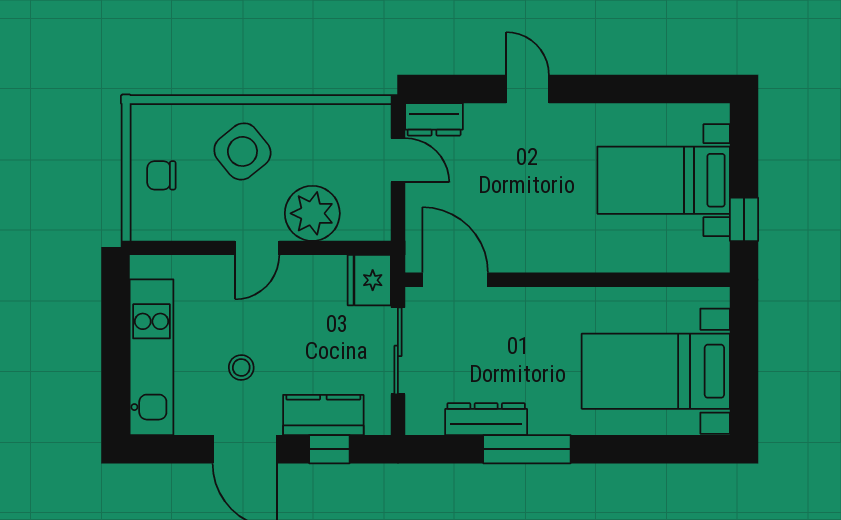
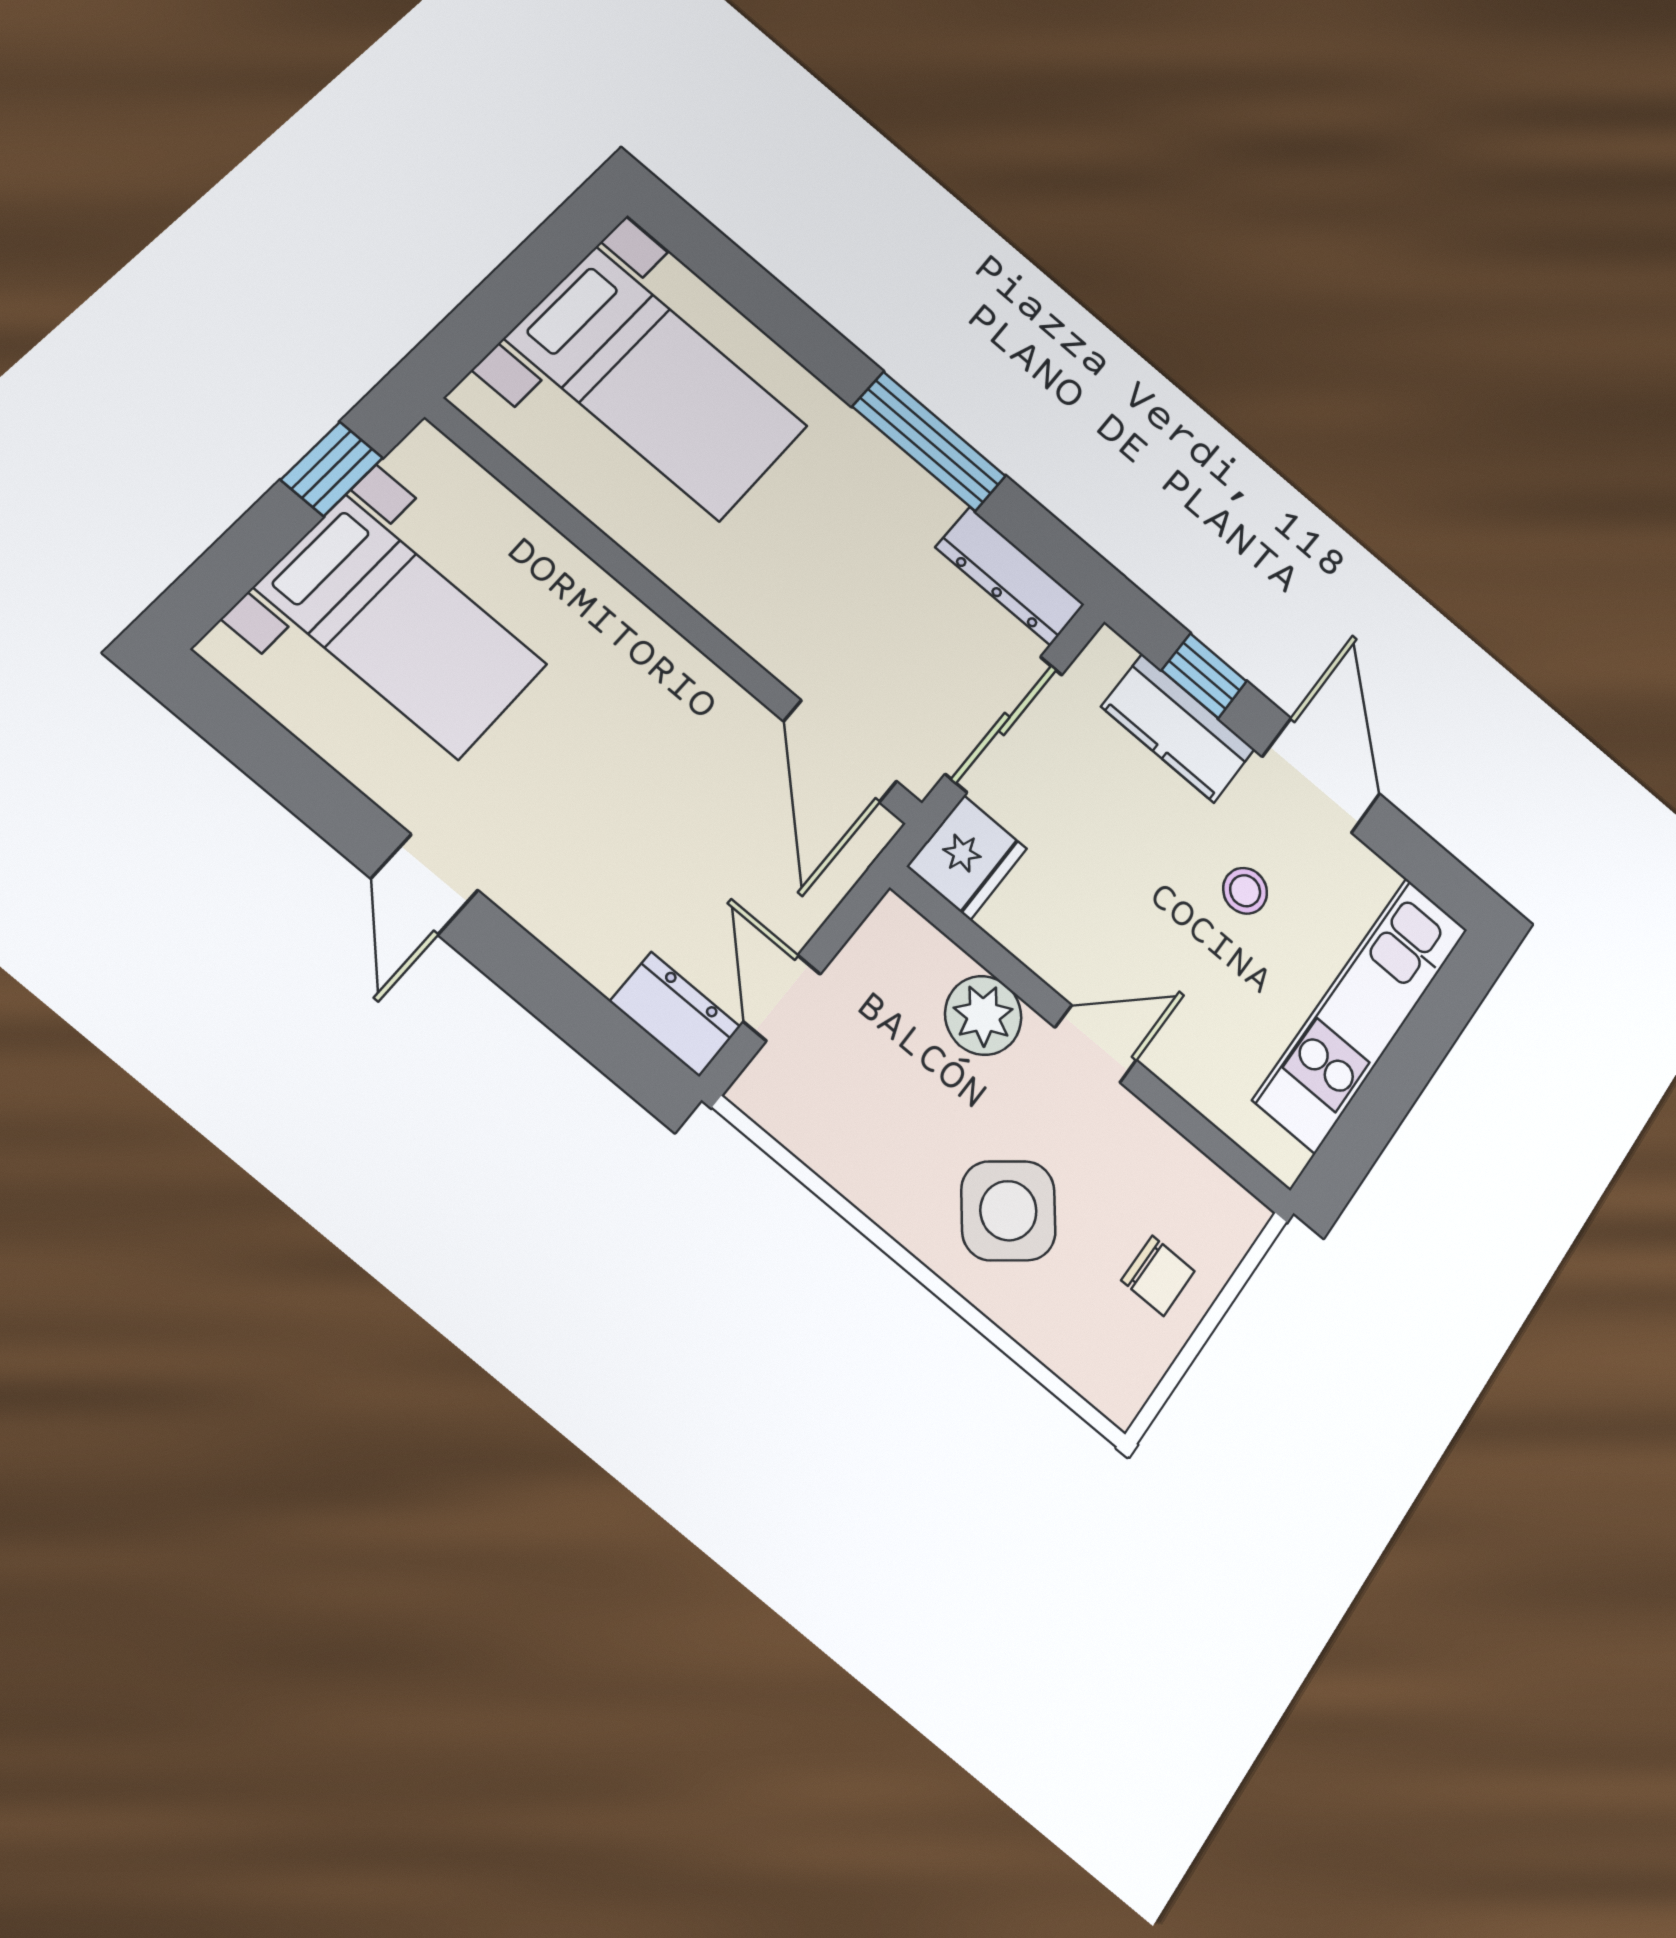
door: (527, 89) -> (424, 884), moved
plant: (312, 213) -> (983, 1015), width x0.73, depth x0.73
dresser: (486, 419) -> (1010, 576), moved

